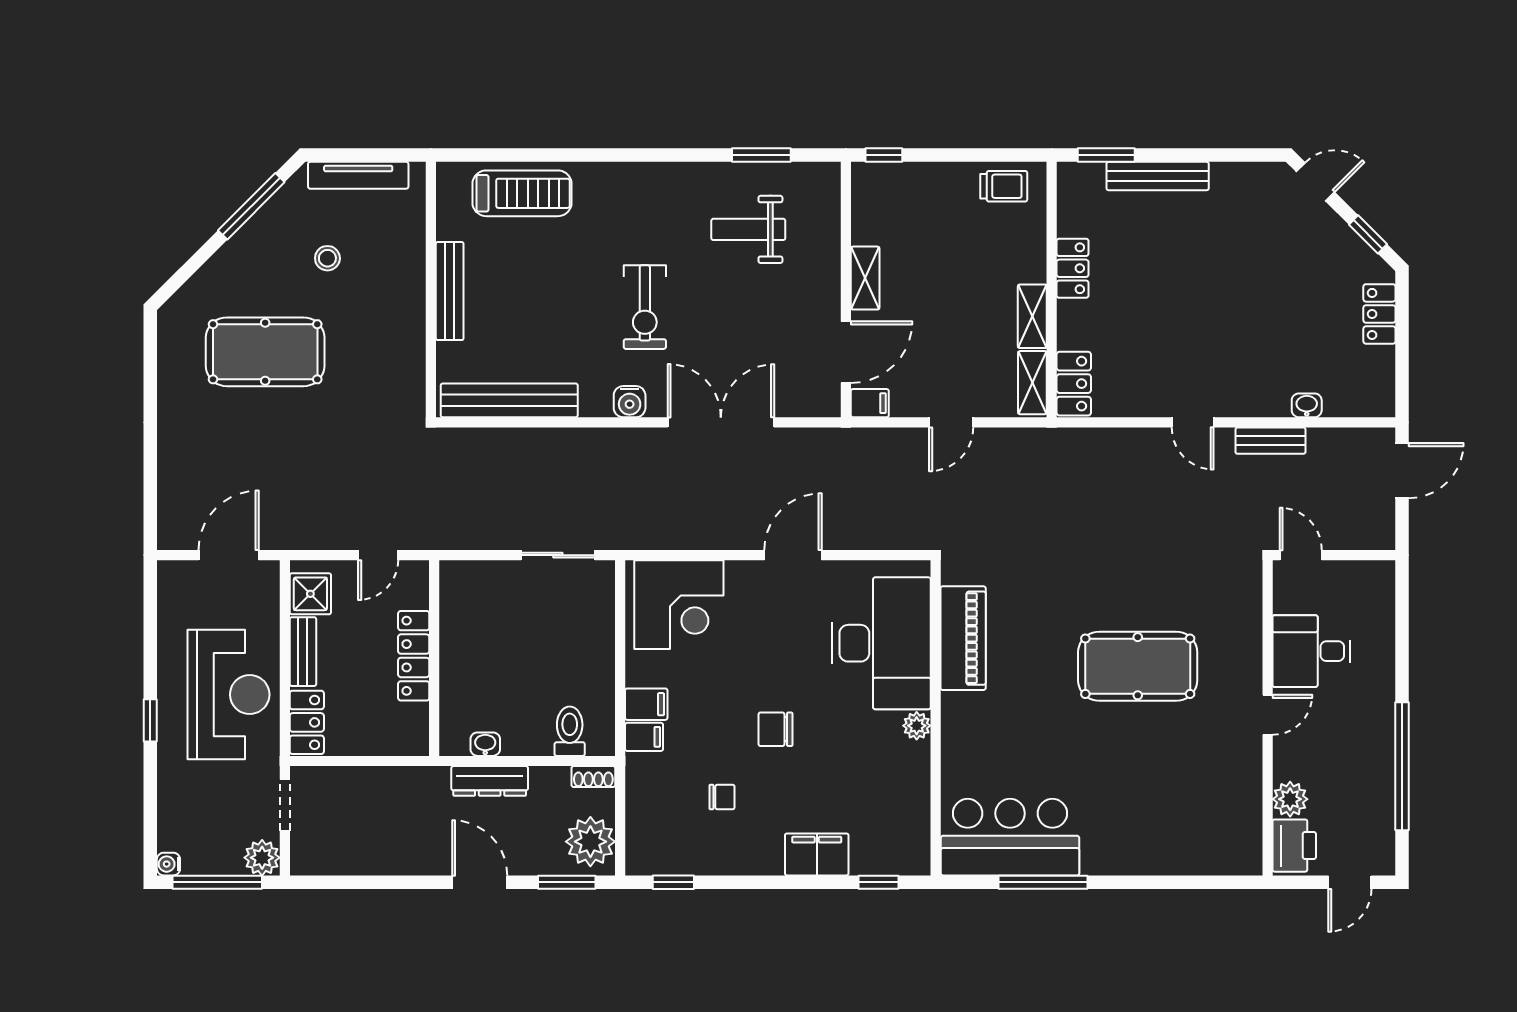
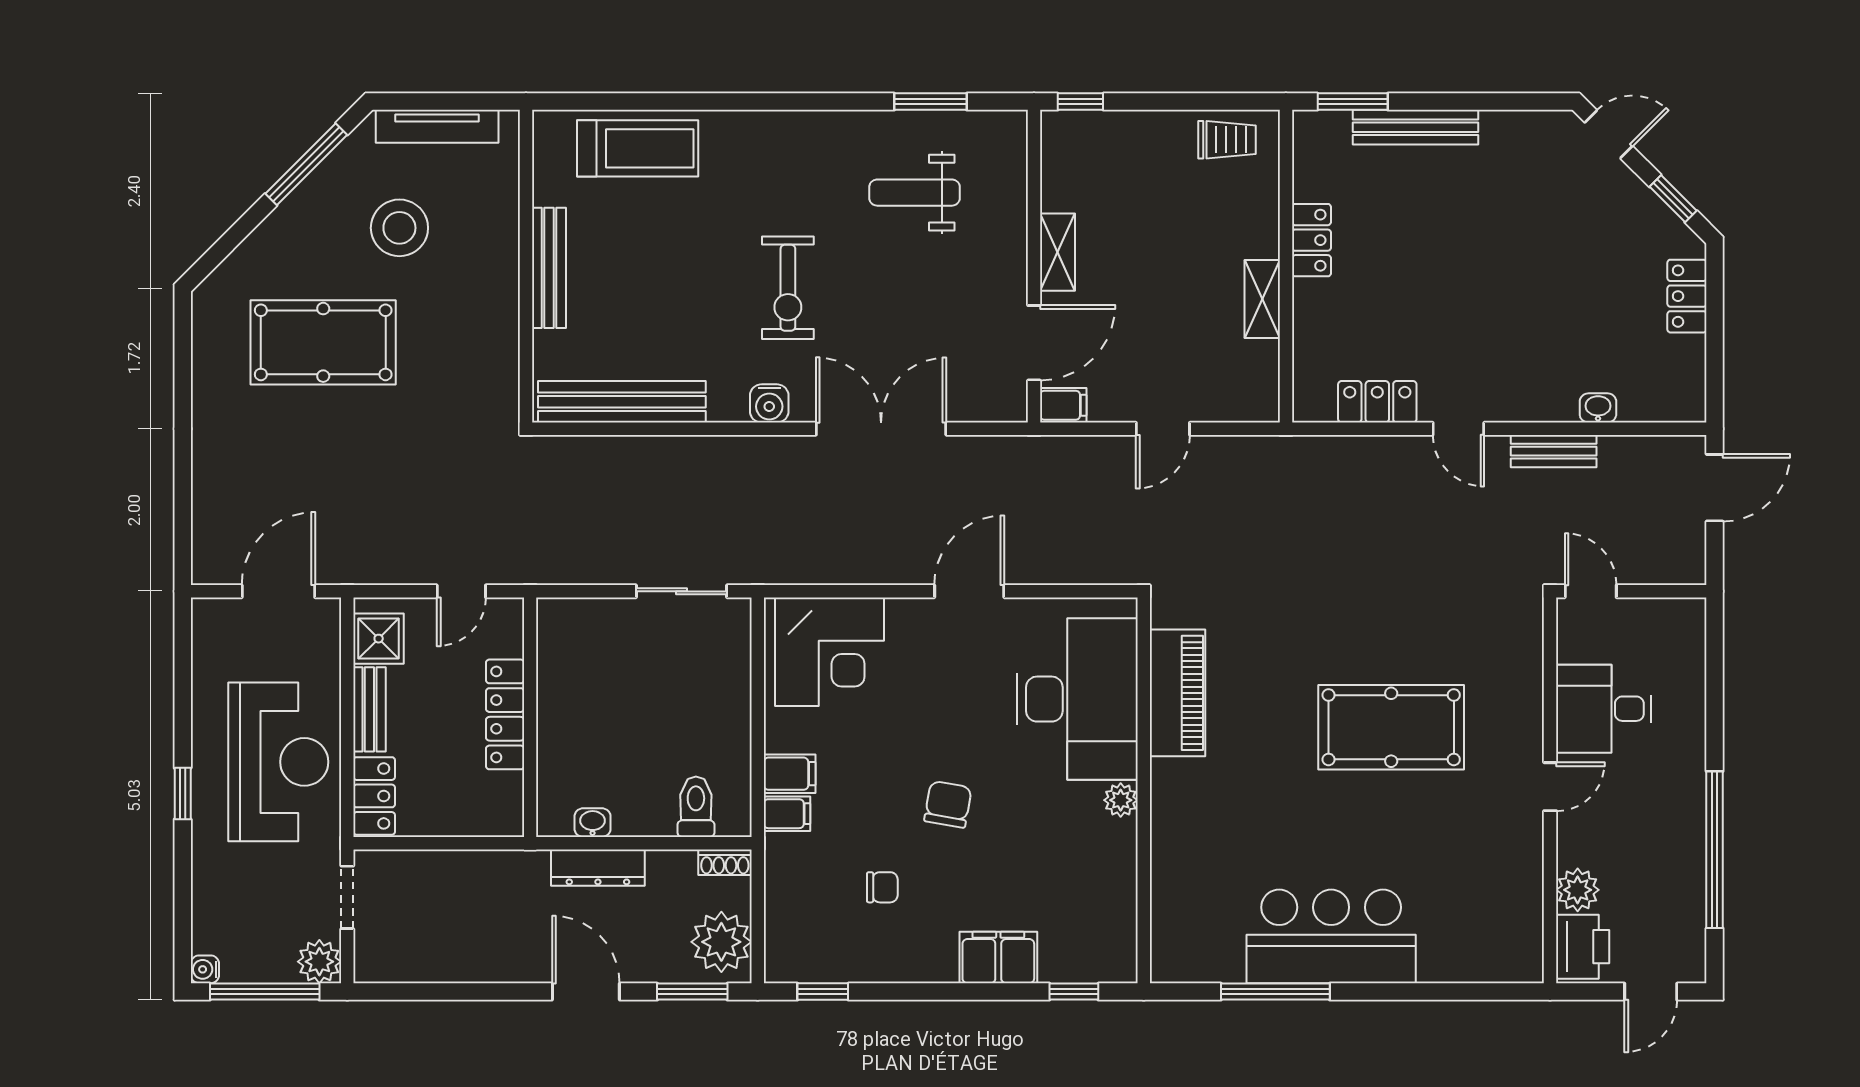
stool: (327, 258) -> (399, 228), width x1.89, depth x1.89
shelving: (1032, 383) -> (1262, 380), removed
locker: (1074, 384) -> (1377, 402), moved, turned -90
chair: (776, 729) -> (948, 804), turned 100
bar counter: (1010, 837) -> (1331, 936), moved

